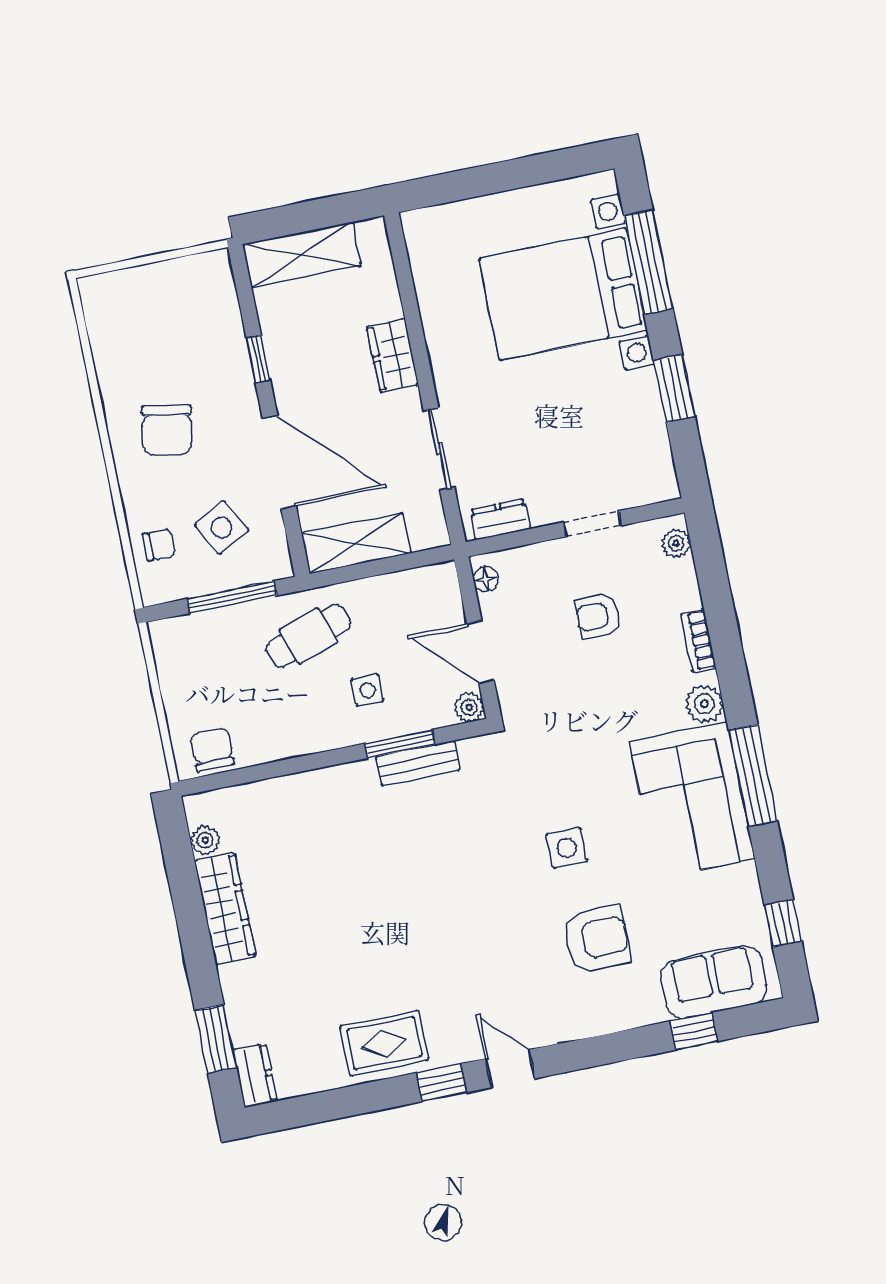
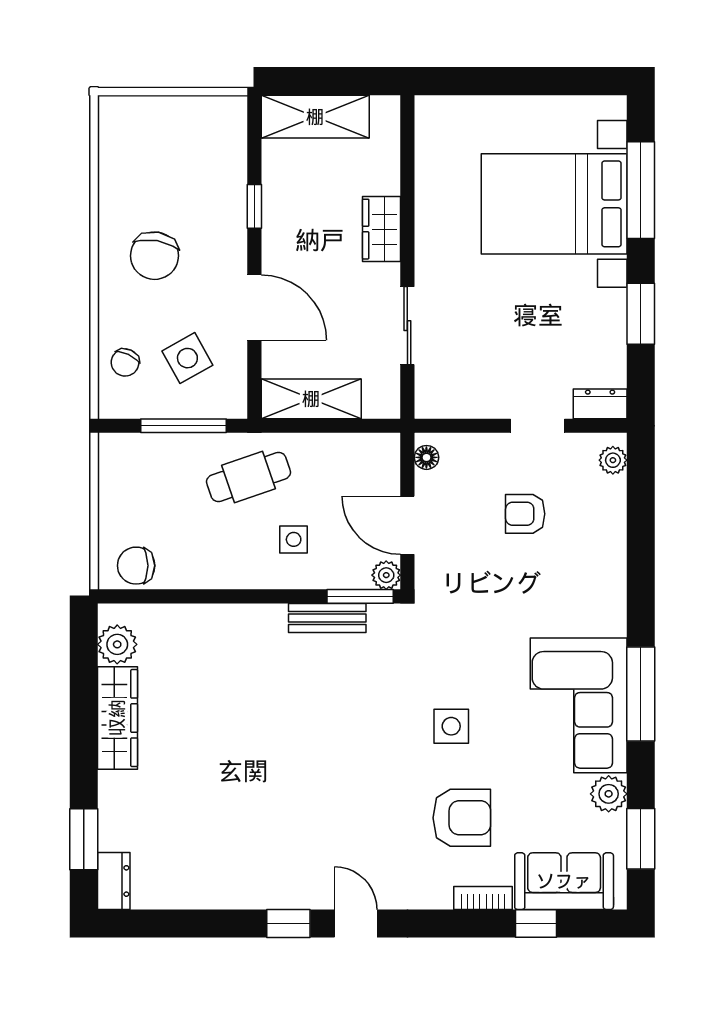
door: (279, 462) -> (254, 307), width x0.73
dresser: (500, 519) -> (600, 404), moved
chair: (159, 545) -> (125, 362), turned 115
bookcase: (698, 641) -> (483, 898), moved, turned 90
plant: (704, 704) -> (609, 794), moved
window: (400, 744) -> (360, 596), moved
chair: (212, 749) -> (136, 566), turned -90
plant: (205, 840) -> (117, 644), width x1.38, depth x1.38
window: (783, 923) -> (641, 839), width x1.50
rug: (384, 1043) -> (242, 875), removed

